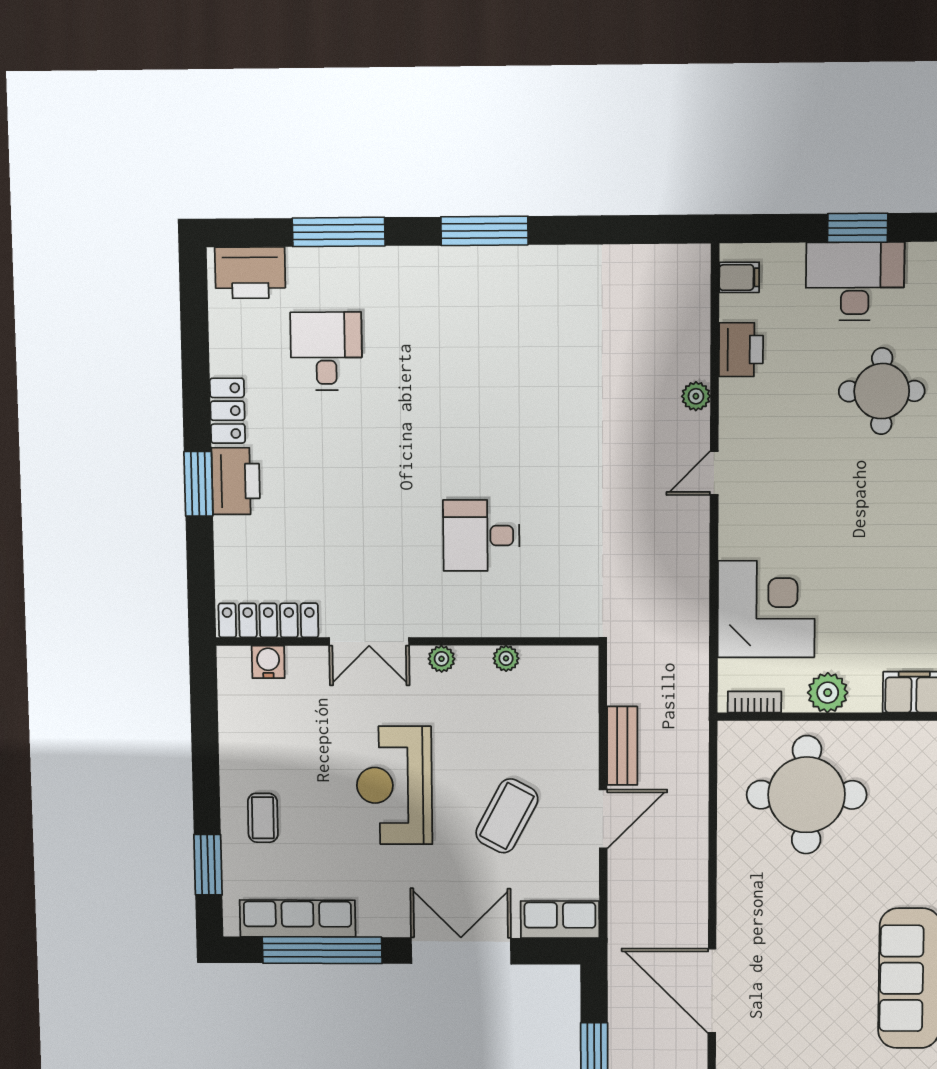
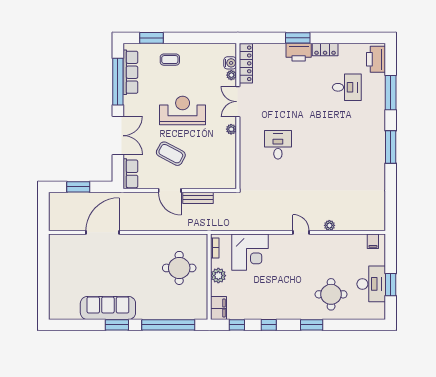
printer: (741, 350) -> (347, 242), removed
plant: (506, 658) -> (231, 75), moved
round table: (807, 795) -> (179, 268), width x0.73, depth x0.73

